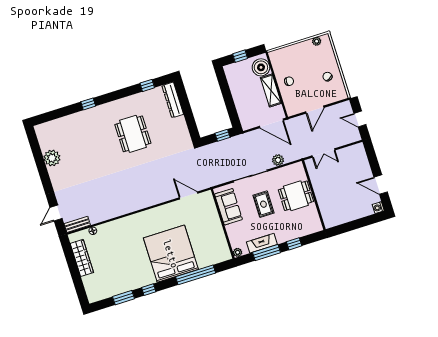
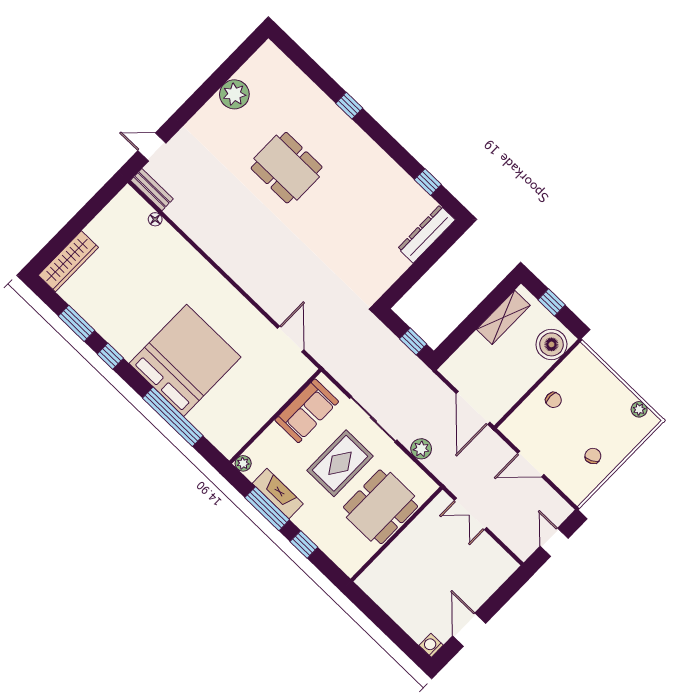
shelving: (271, 90) -> (503, 317), moved
dining table: (133, 134) -> (287, 168), moved, turned 90
dining table: (296, 196) -> (381, 507), width x1.38
rug: (263, 204) -> (340, 463), width x1.36, depth x1.43
wardrobe: (82, 258) -> (68, 261), moved

